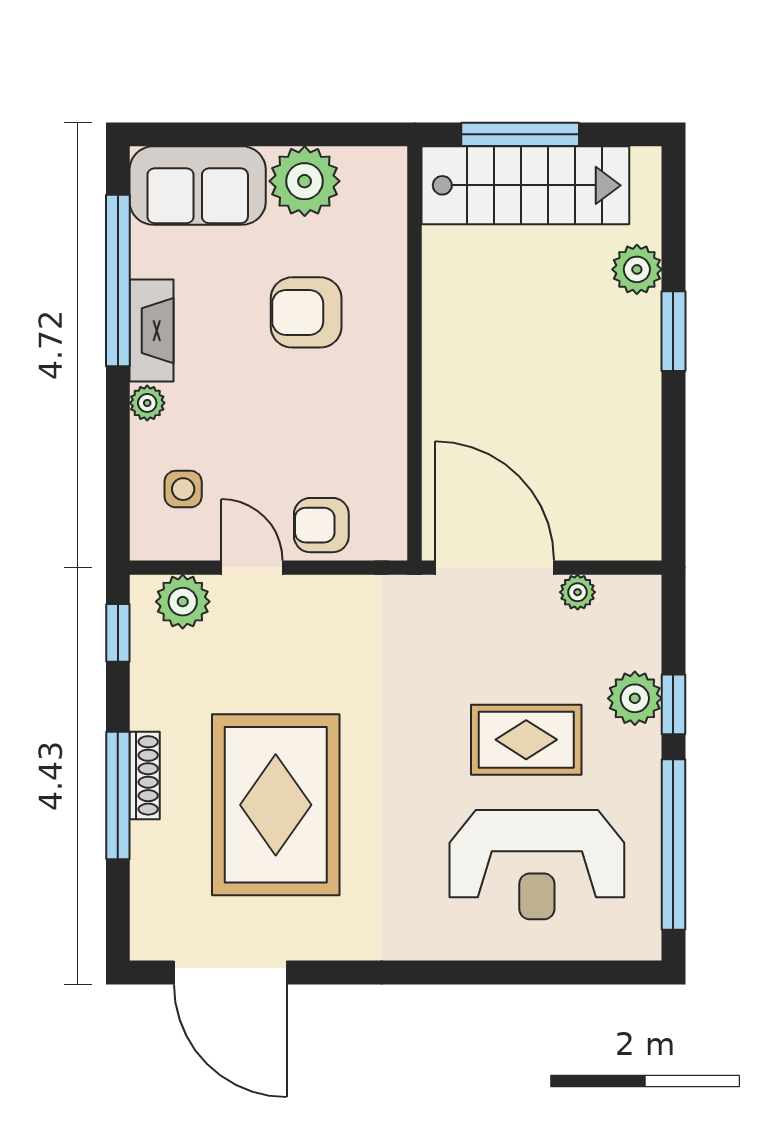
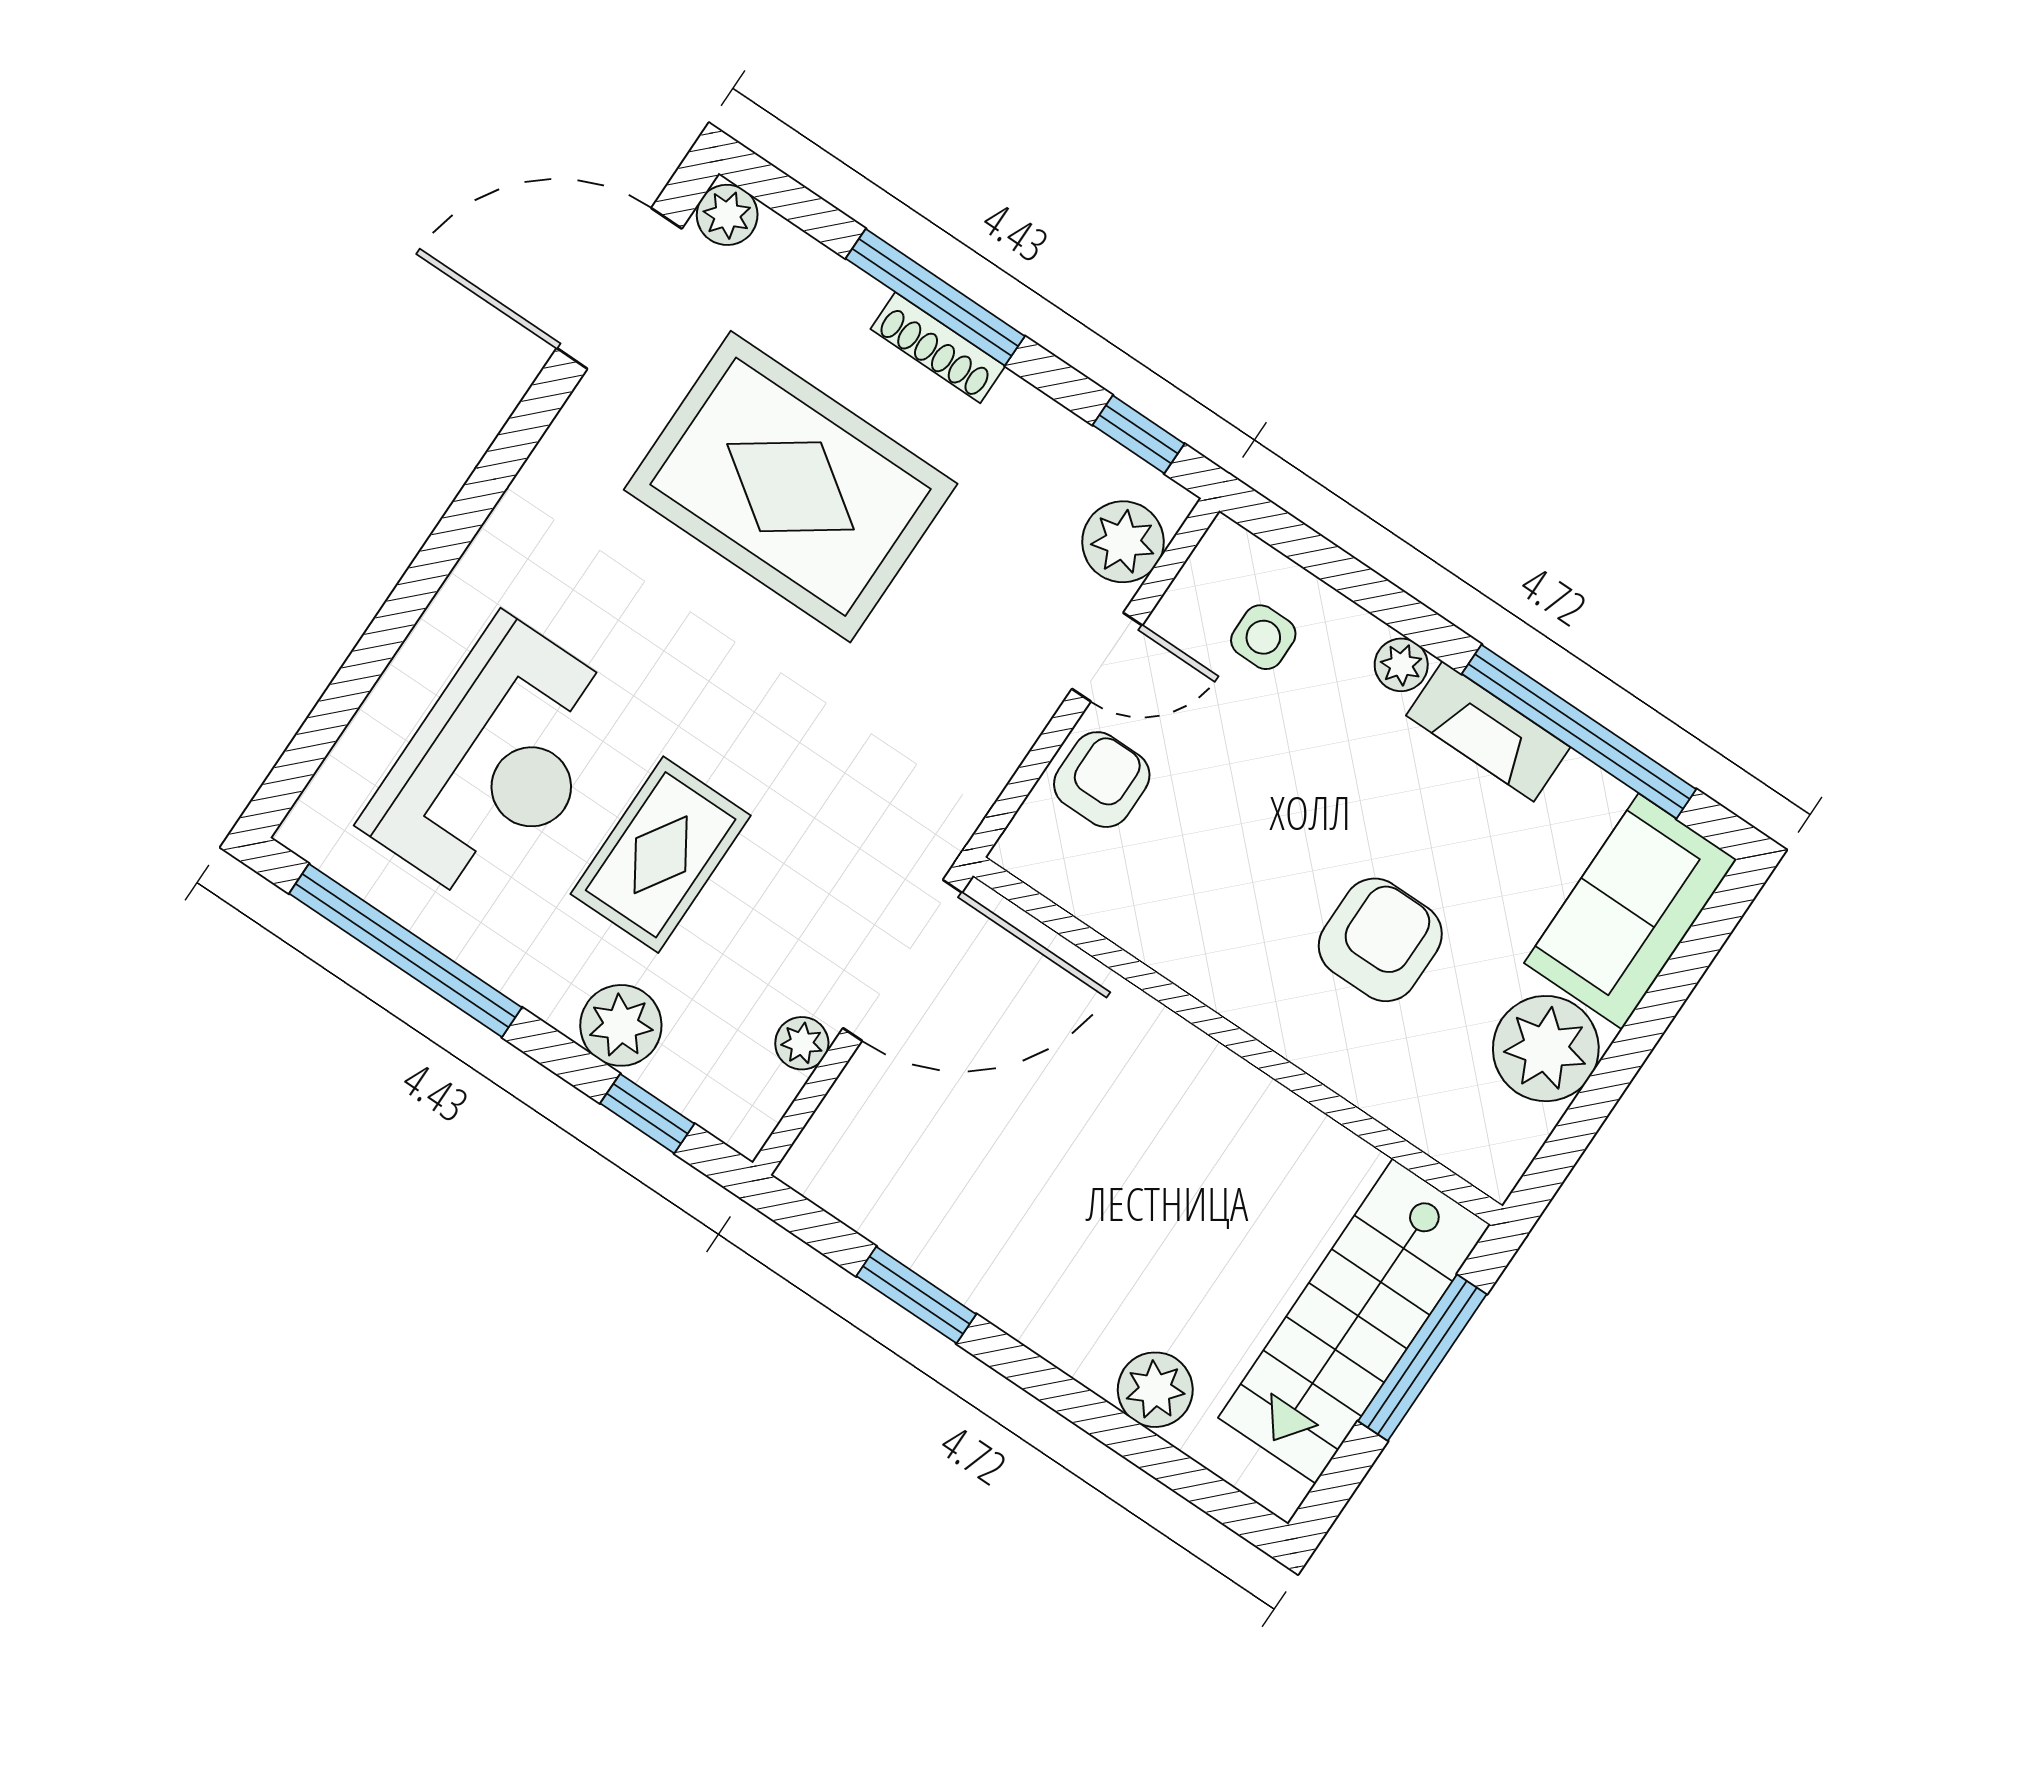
window: (673, 331) -> (916, 1295), moved
window: (673, 704) -> (647, 1114), moved
reception desk: (537, 865) -> (496, 763), turned 180
plant: (150, 940) -> (727, 215), added

